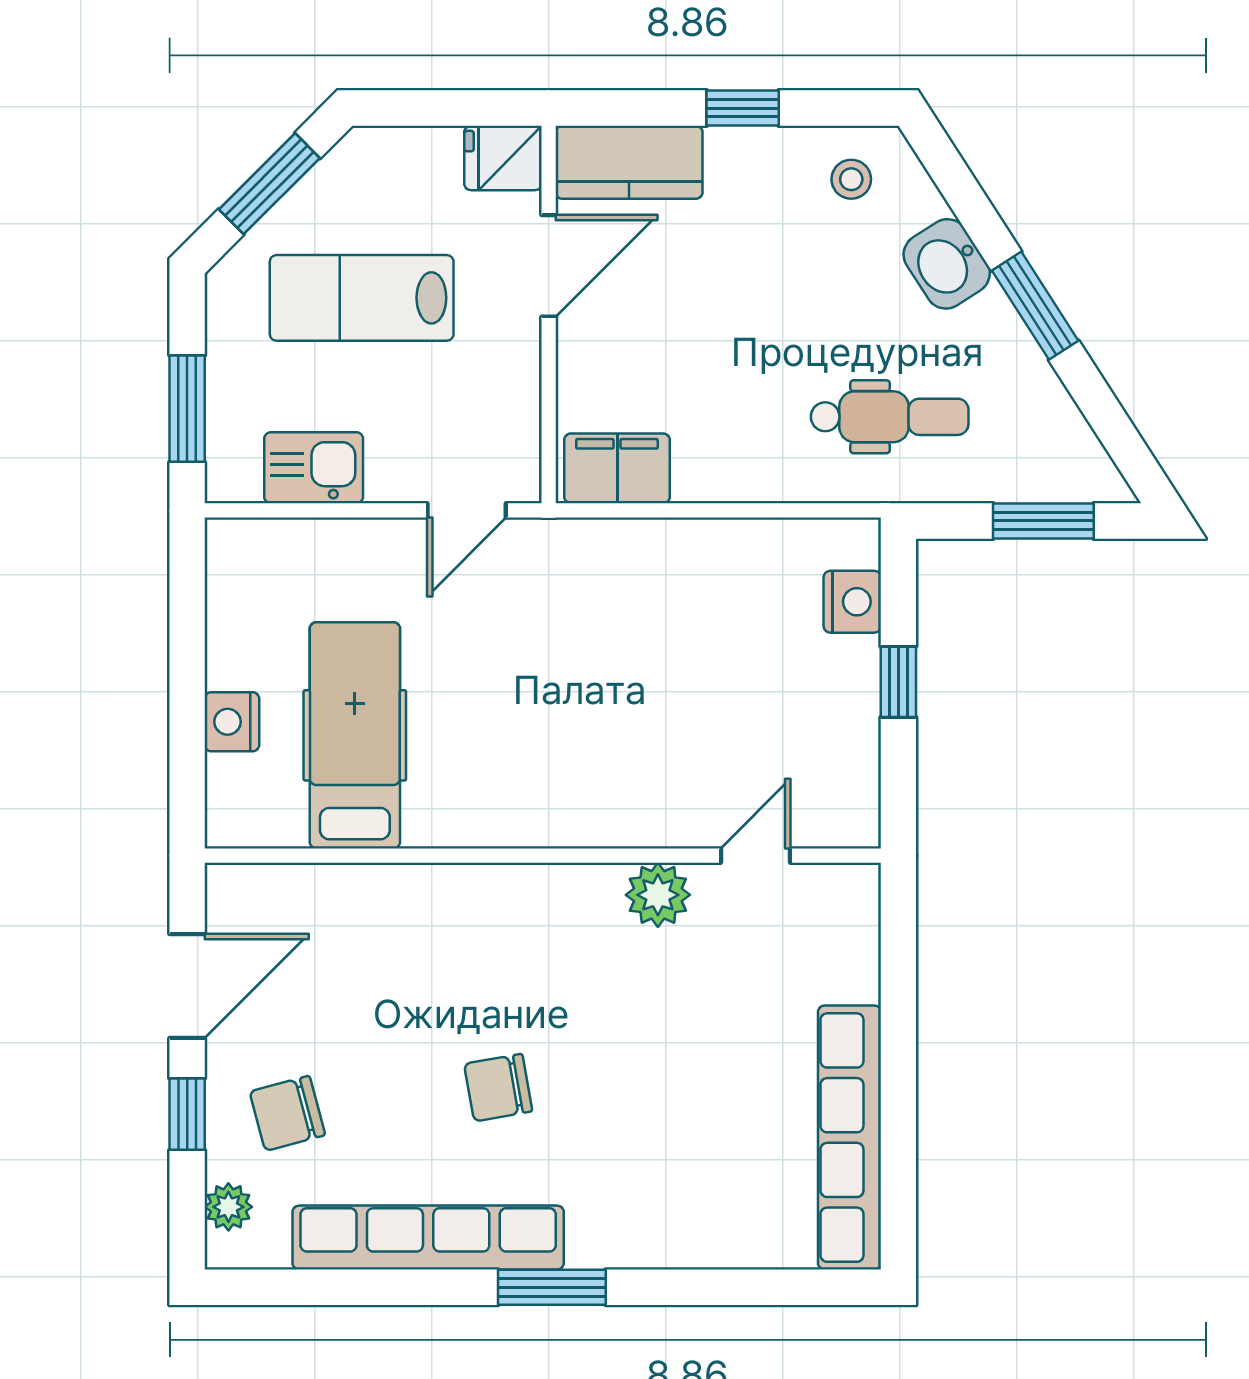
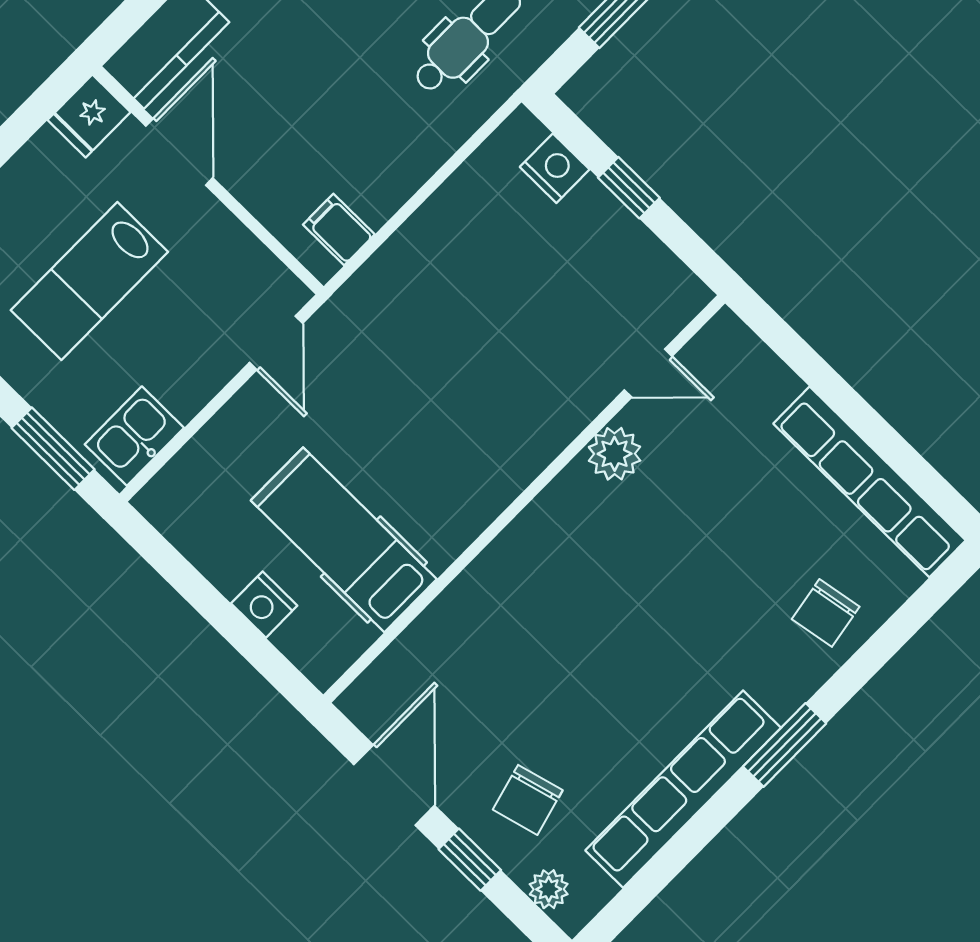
kitchen sink: (314, 468) -> (134, 436), moved
filing cabinet: (617, 468) -> (339, 229), width x0.50
door: (756, 856) -> (648, 373), swing flipped
chair: (498, 1088) -> (826, 613), moved

